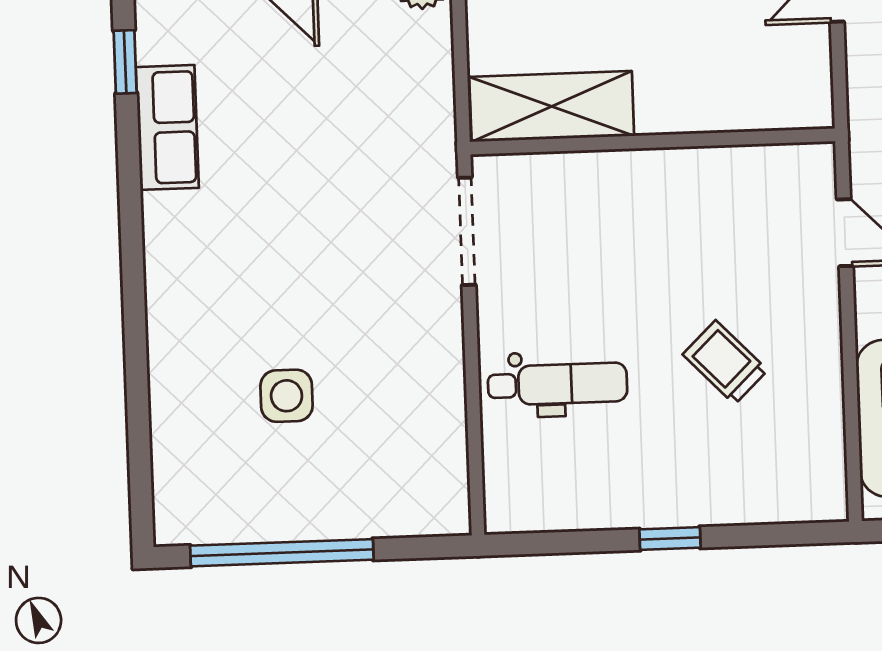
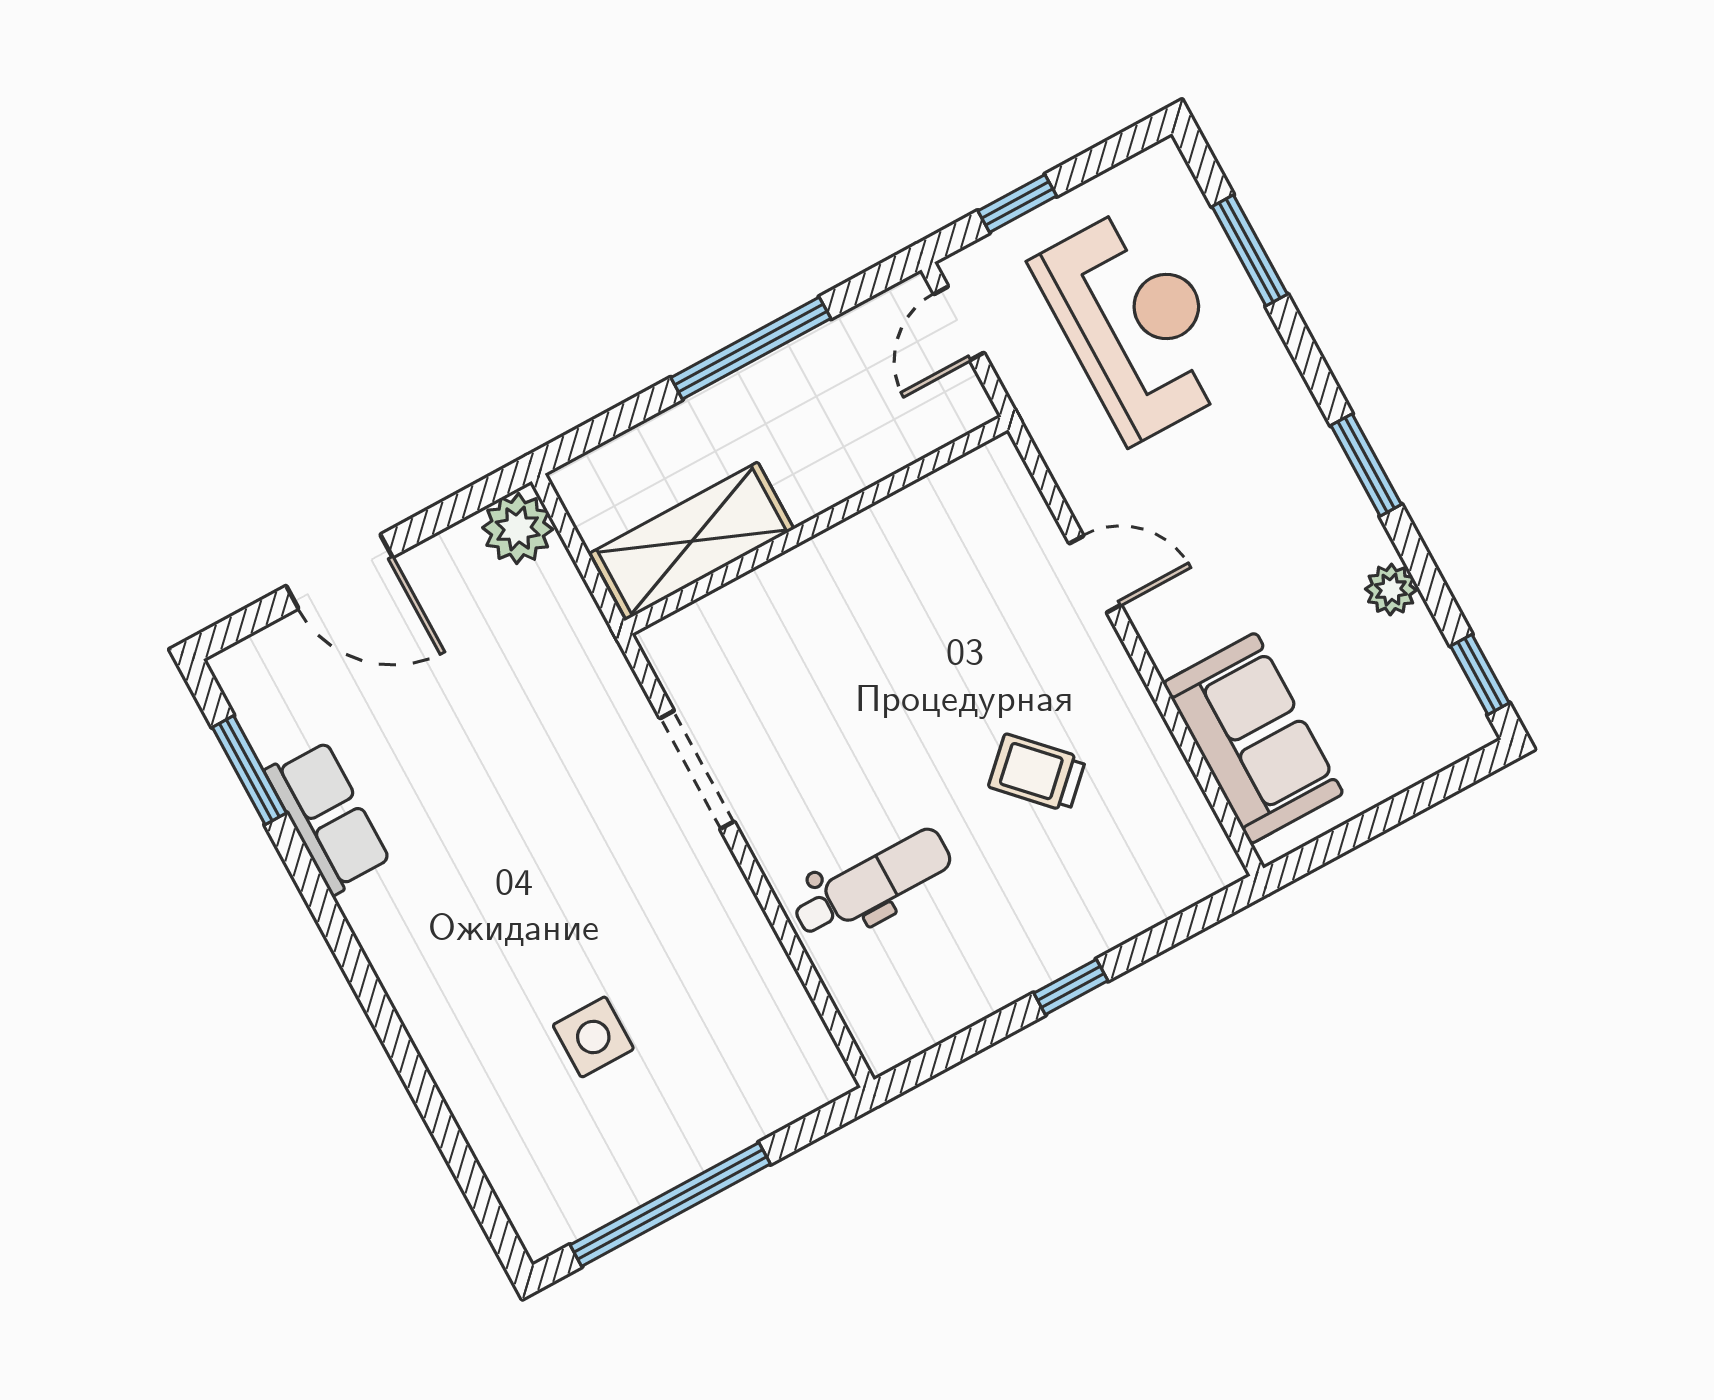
window: (125, 62) -> (249, 770), width x1.50
shelving: (552, 106) -> (692, 541), moved
wall: (653, 142) -> (816, 525), moved

